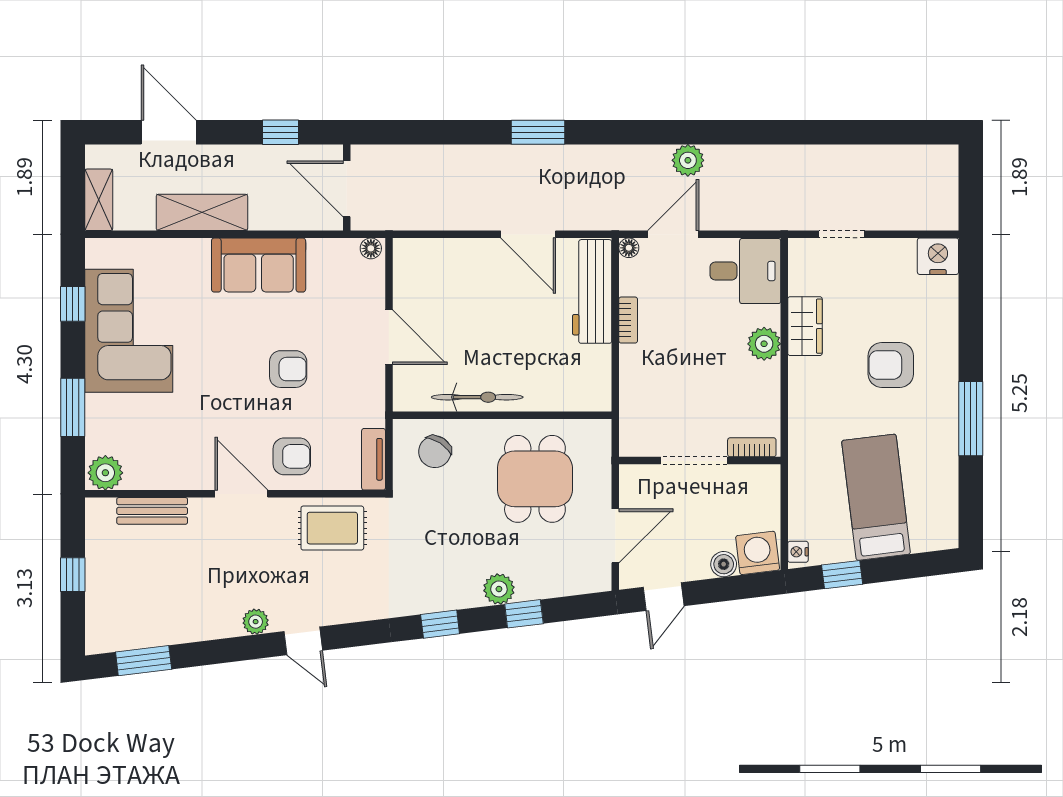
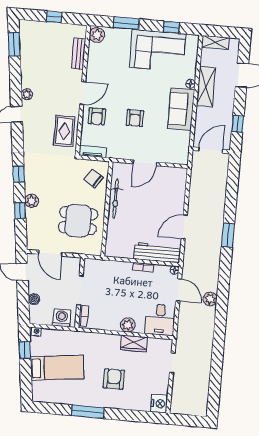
floor lamp: (371, 248) -> (191, 84), moved
washing machine: (758, 553) -> (62, 318), moved, turned -83

